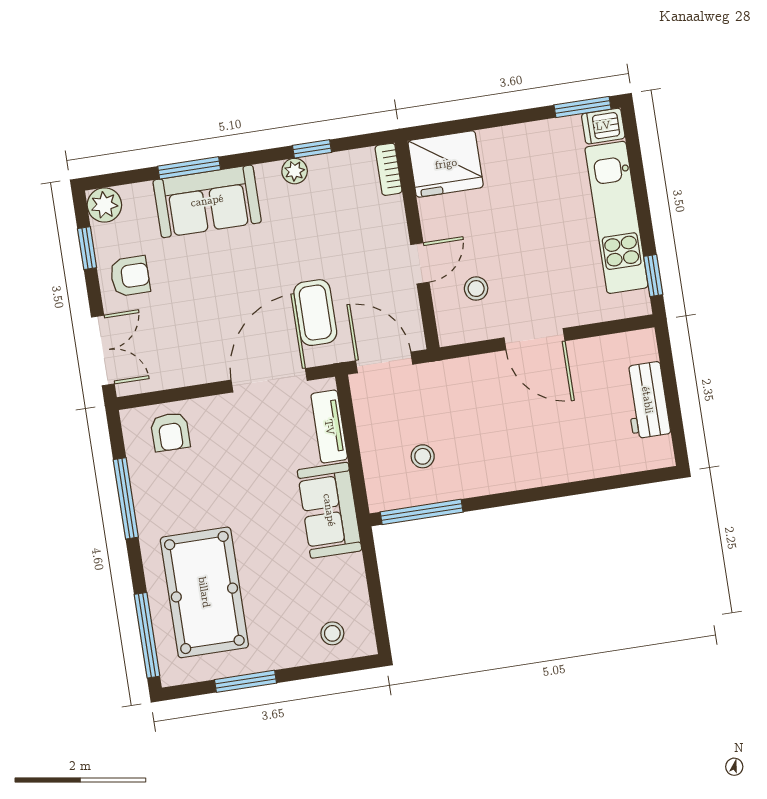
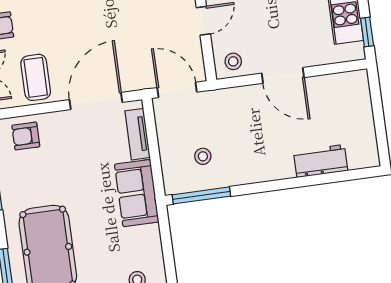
stool: (476, 289) -> (233, 61), moved
coffee table: (315, 313) -> (36, 77), moved
workbench: (647, 400) -> (321, 161), moved, turned 90
armchair: (170, 432) -> (26, 136), turned 90

